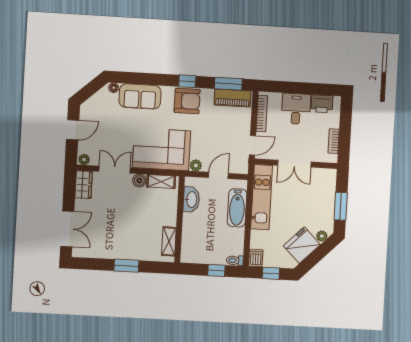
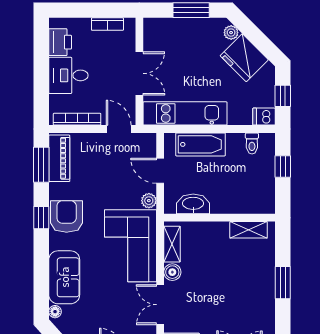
toilet: (235, 260) -> (252, 143), moved

